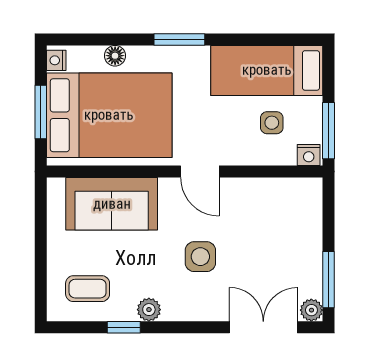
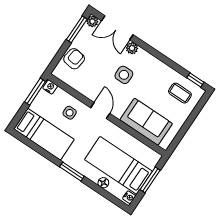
bed: (109, 115) -> (118, 165), width x0.67
side table: (272, 123) -> (70, 113), moved
armchair: (300, 228) -> (74, 59), added
plant: (149, 310) -> (132, 48), moved
window: (124, 327) -> (195, 80), moved

